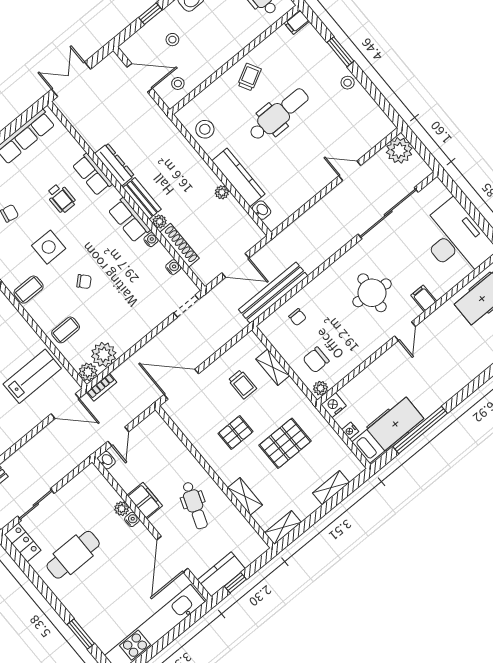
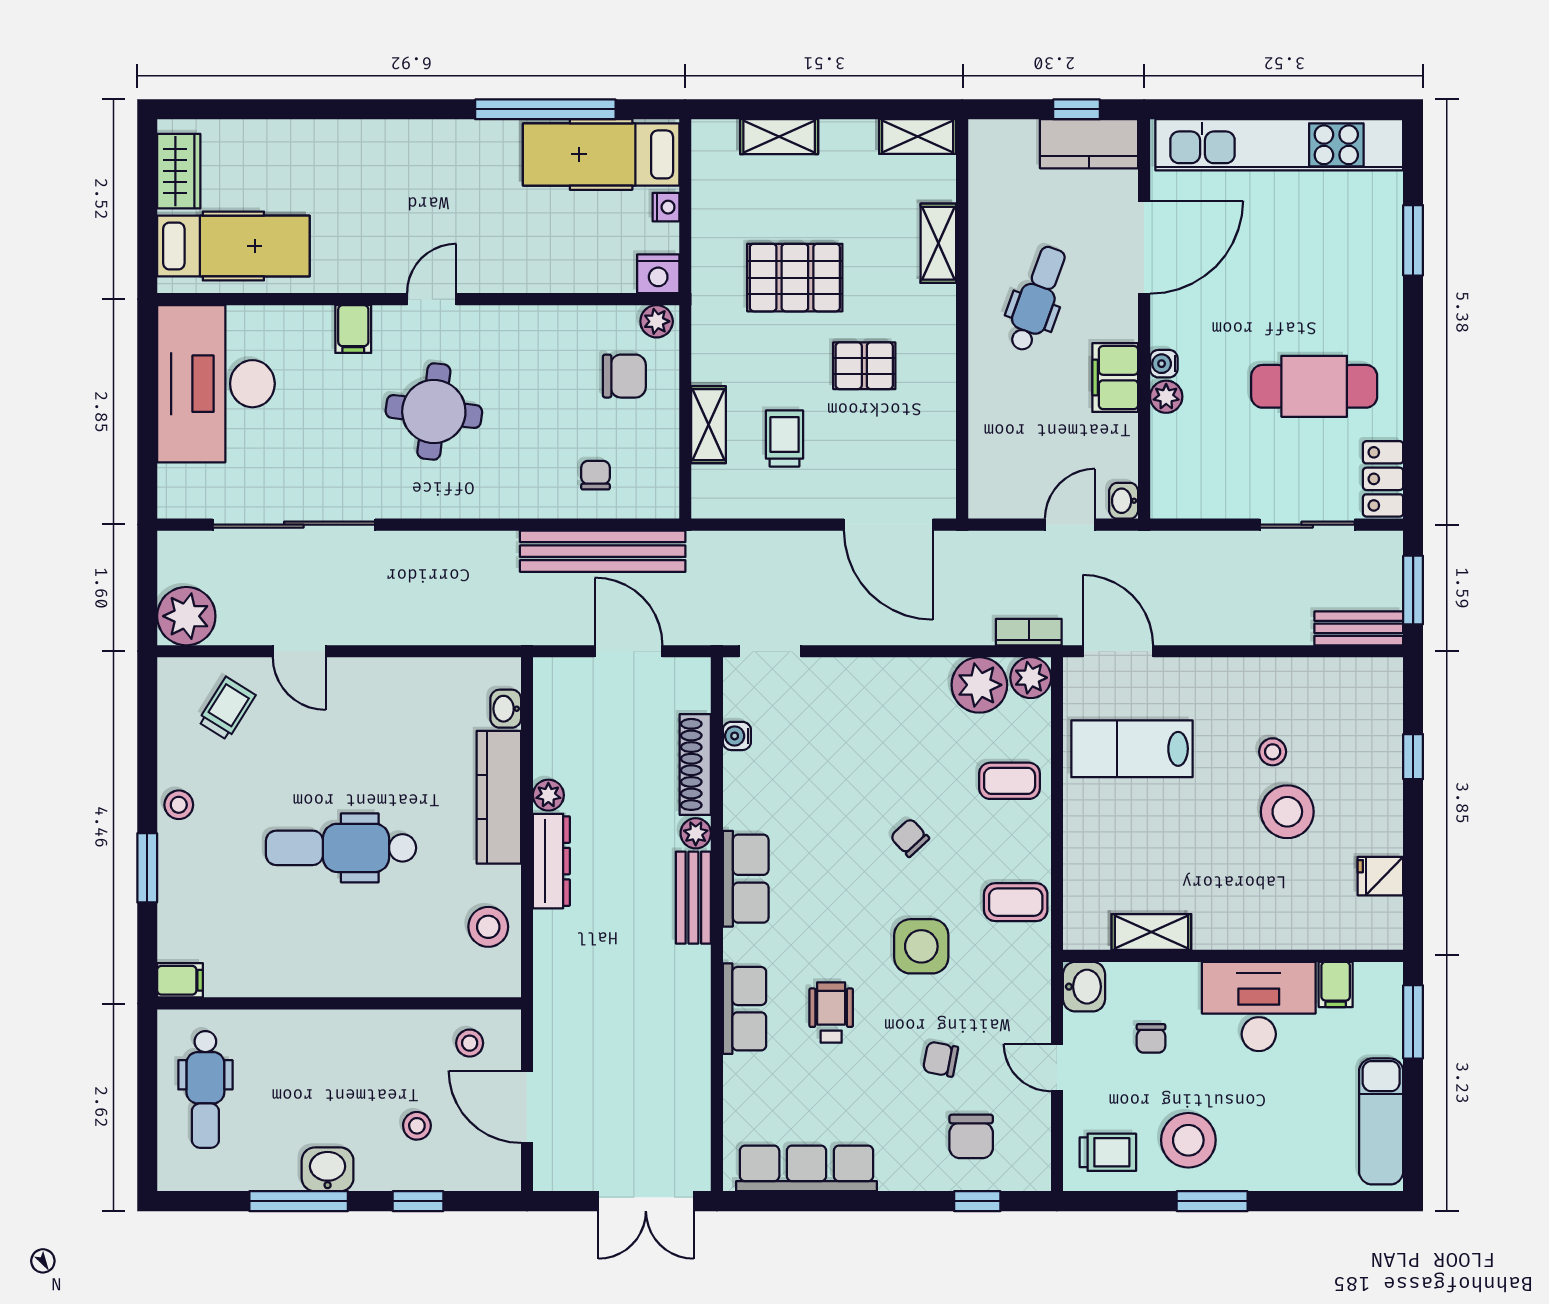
trolley: (249, 77) -> (227, 708), moved, turned 150
dresser: (115, 165) -> (551, 861), moved, turned 180
water cooler: (151, 240) -> (736, 814), removed

